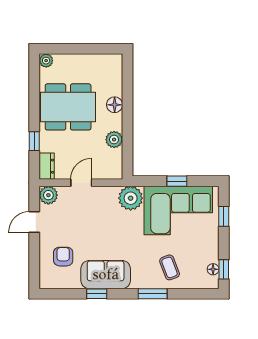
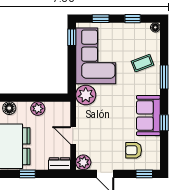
window: (34, 141) -> (27, 174), moved
window: (177, 181) -> (72, 37), moved
floor lamp: (213, 269) -> (155, 27), moved
window: (224, 269) -> (133, 19), moved
window: (34, 270) -> (144, 174), added

